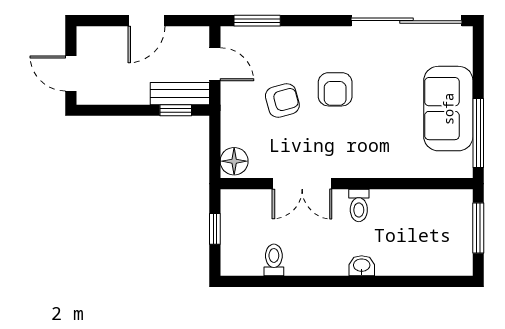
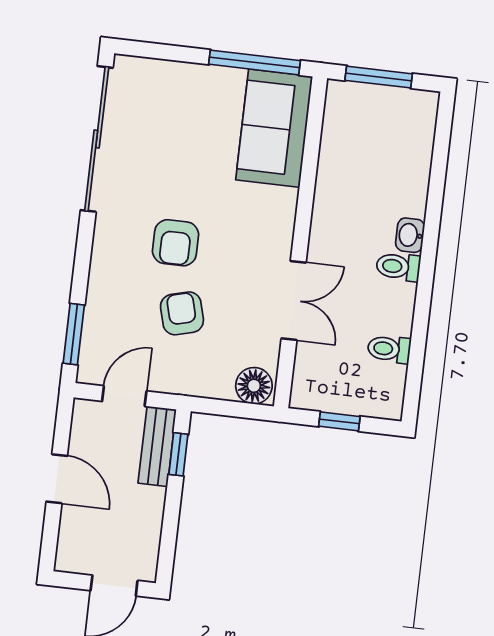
armchair: (335, 89) -> (175, 243), turned 90
sofa: (448, 109) -> (274, 128), moved, turned 90
toilet: (359, 205) -> (398, 267), moved, turned 180

